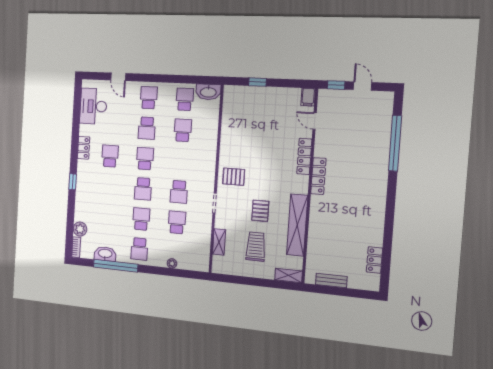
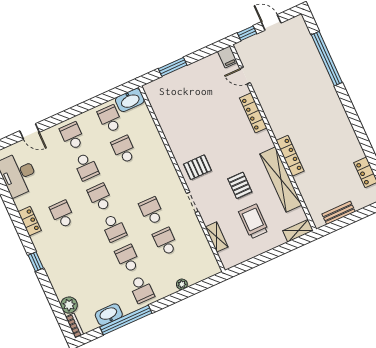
window: (257, 82) -> (173, 67), width x1.50
locker: (318, 176) -> (290, 156), moved
school desk: (179, 192) -> (152, 211), turned 180

